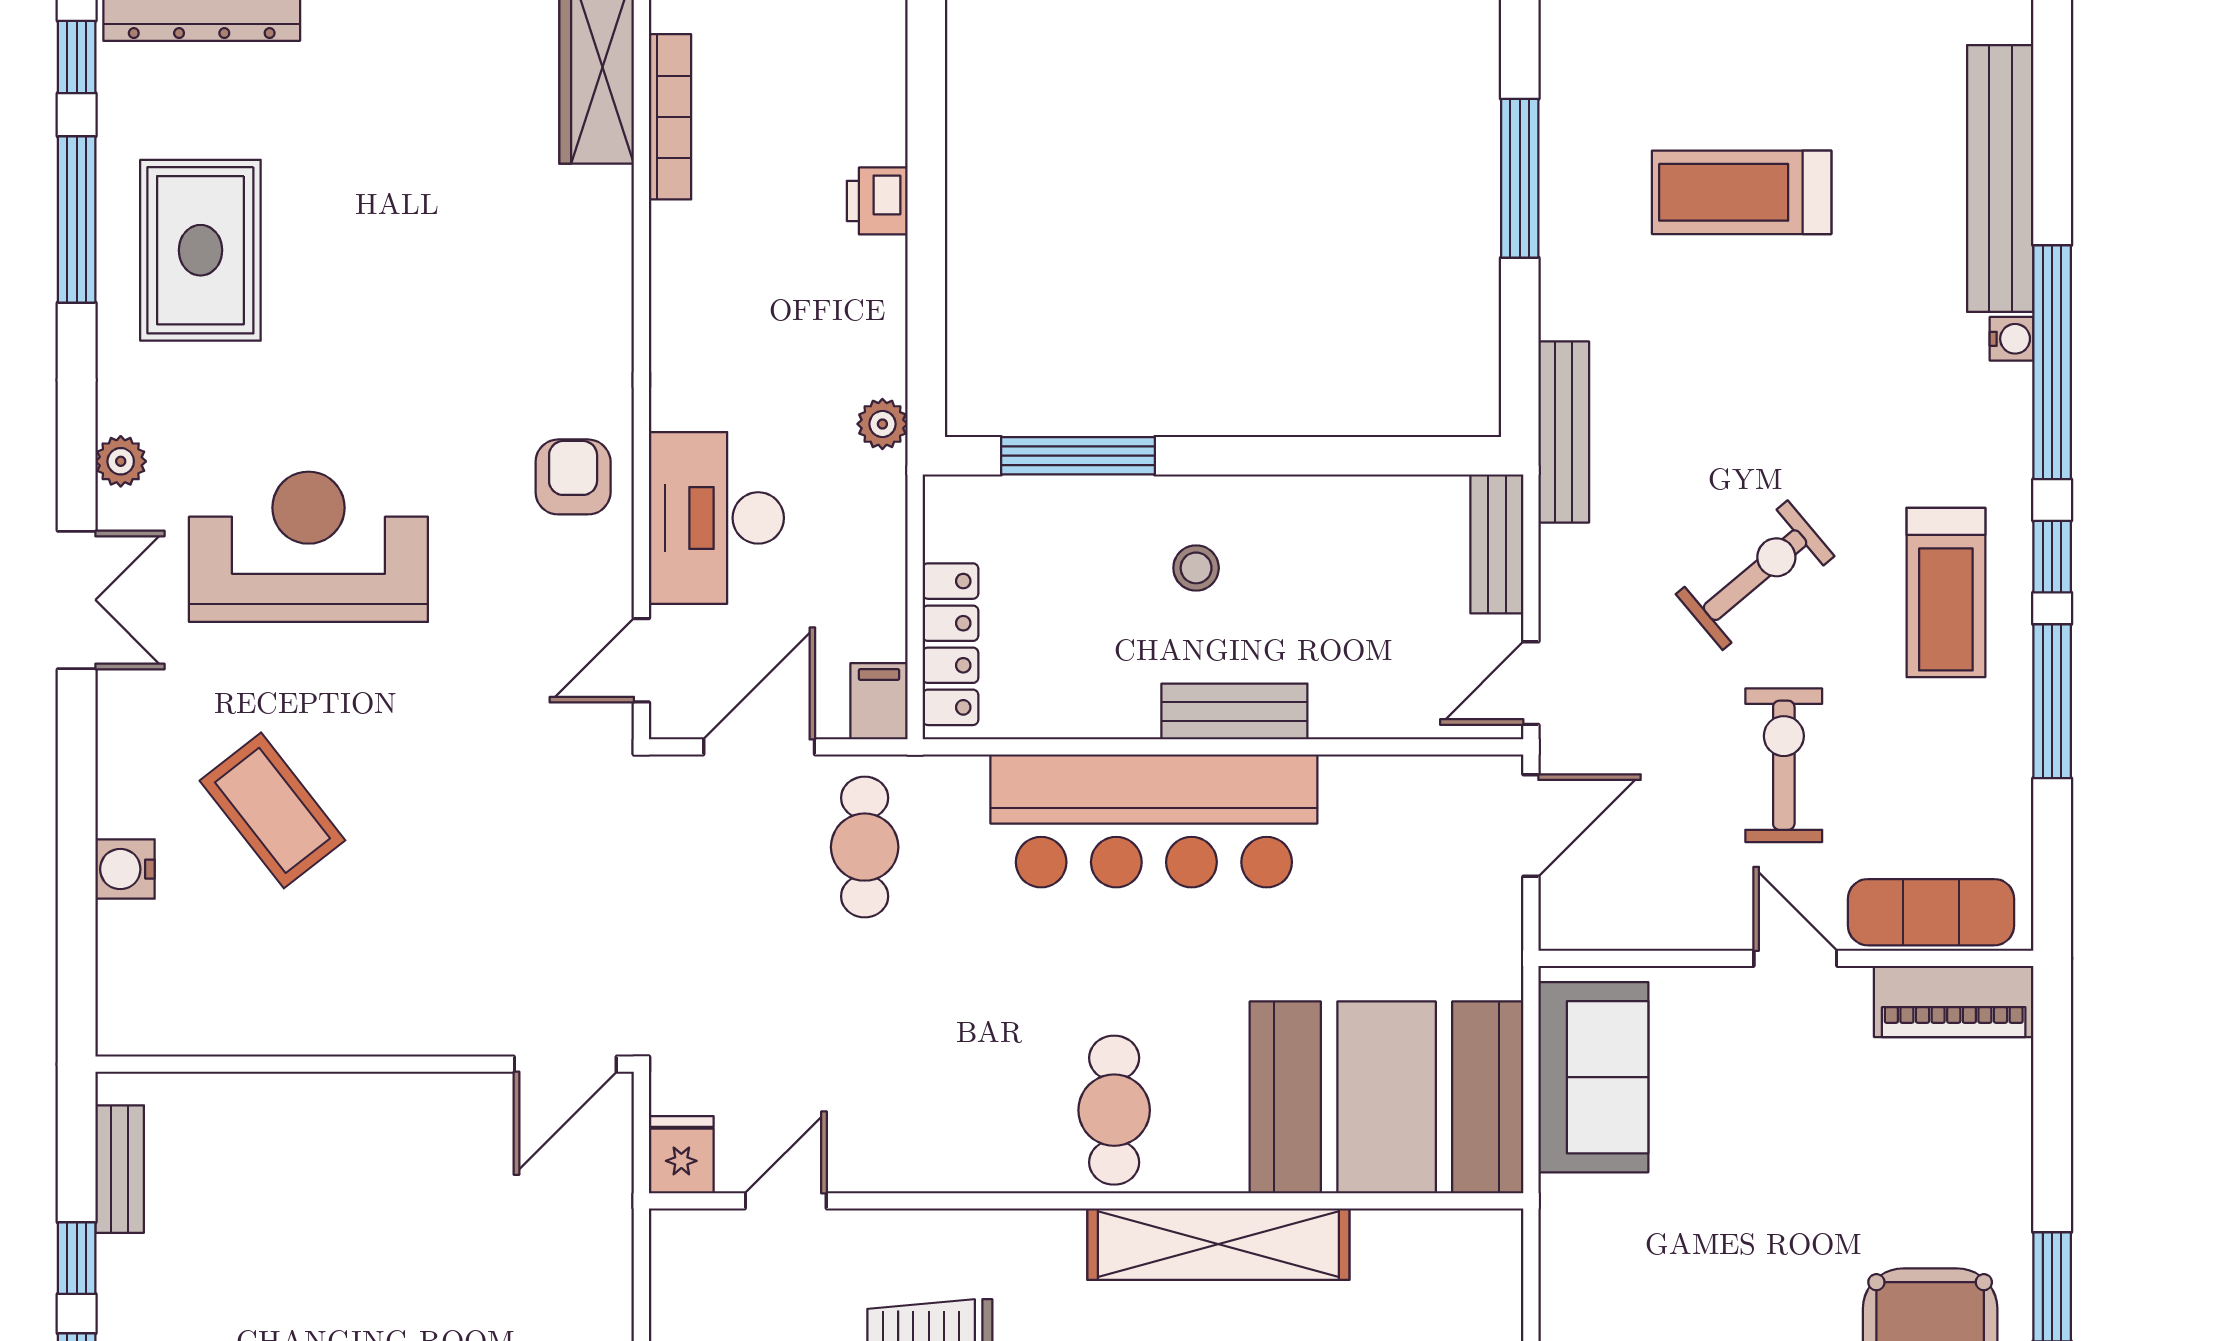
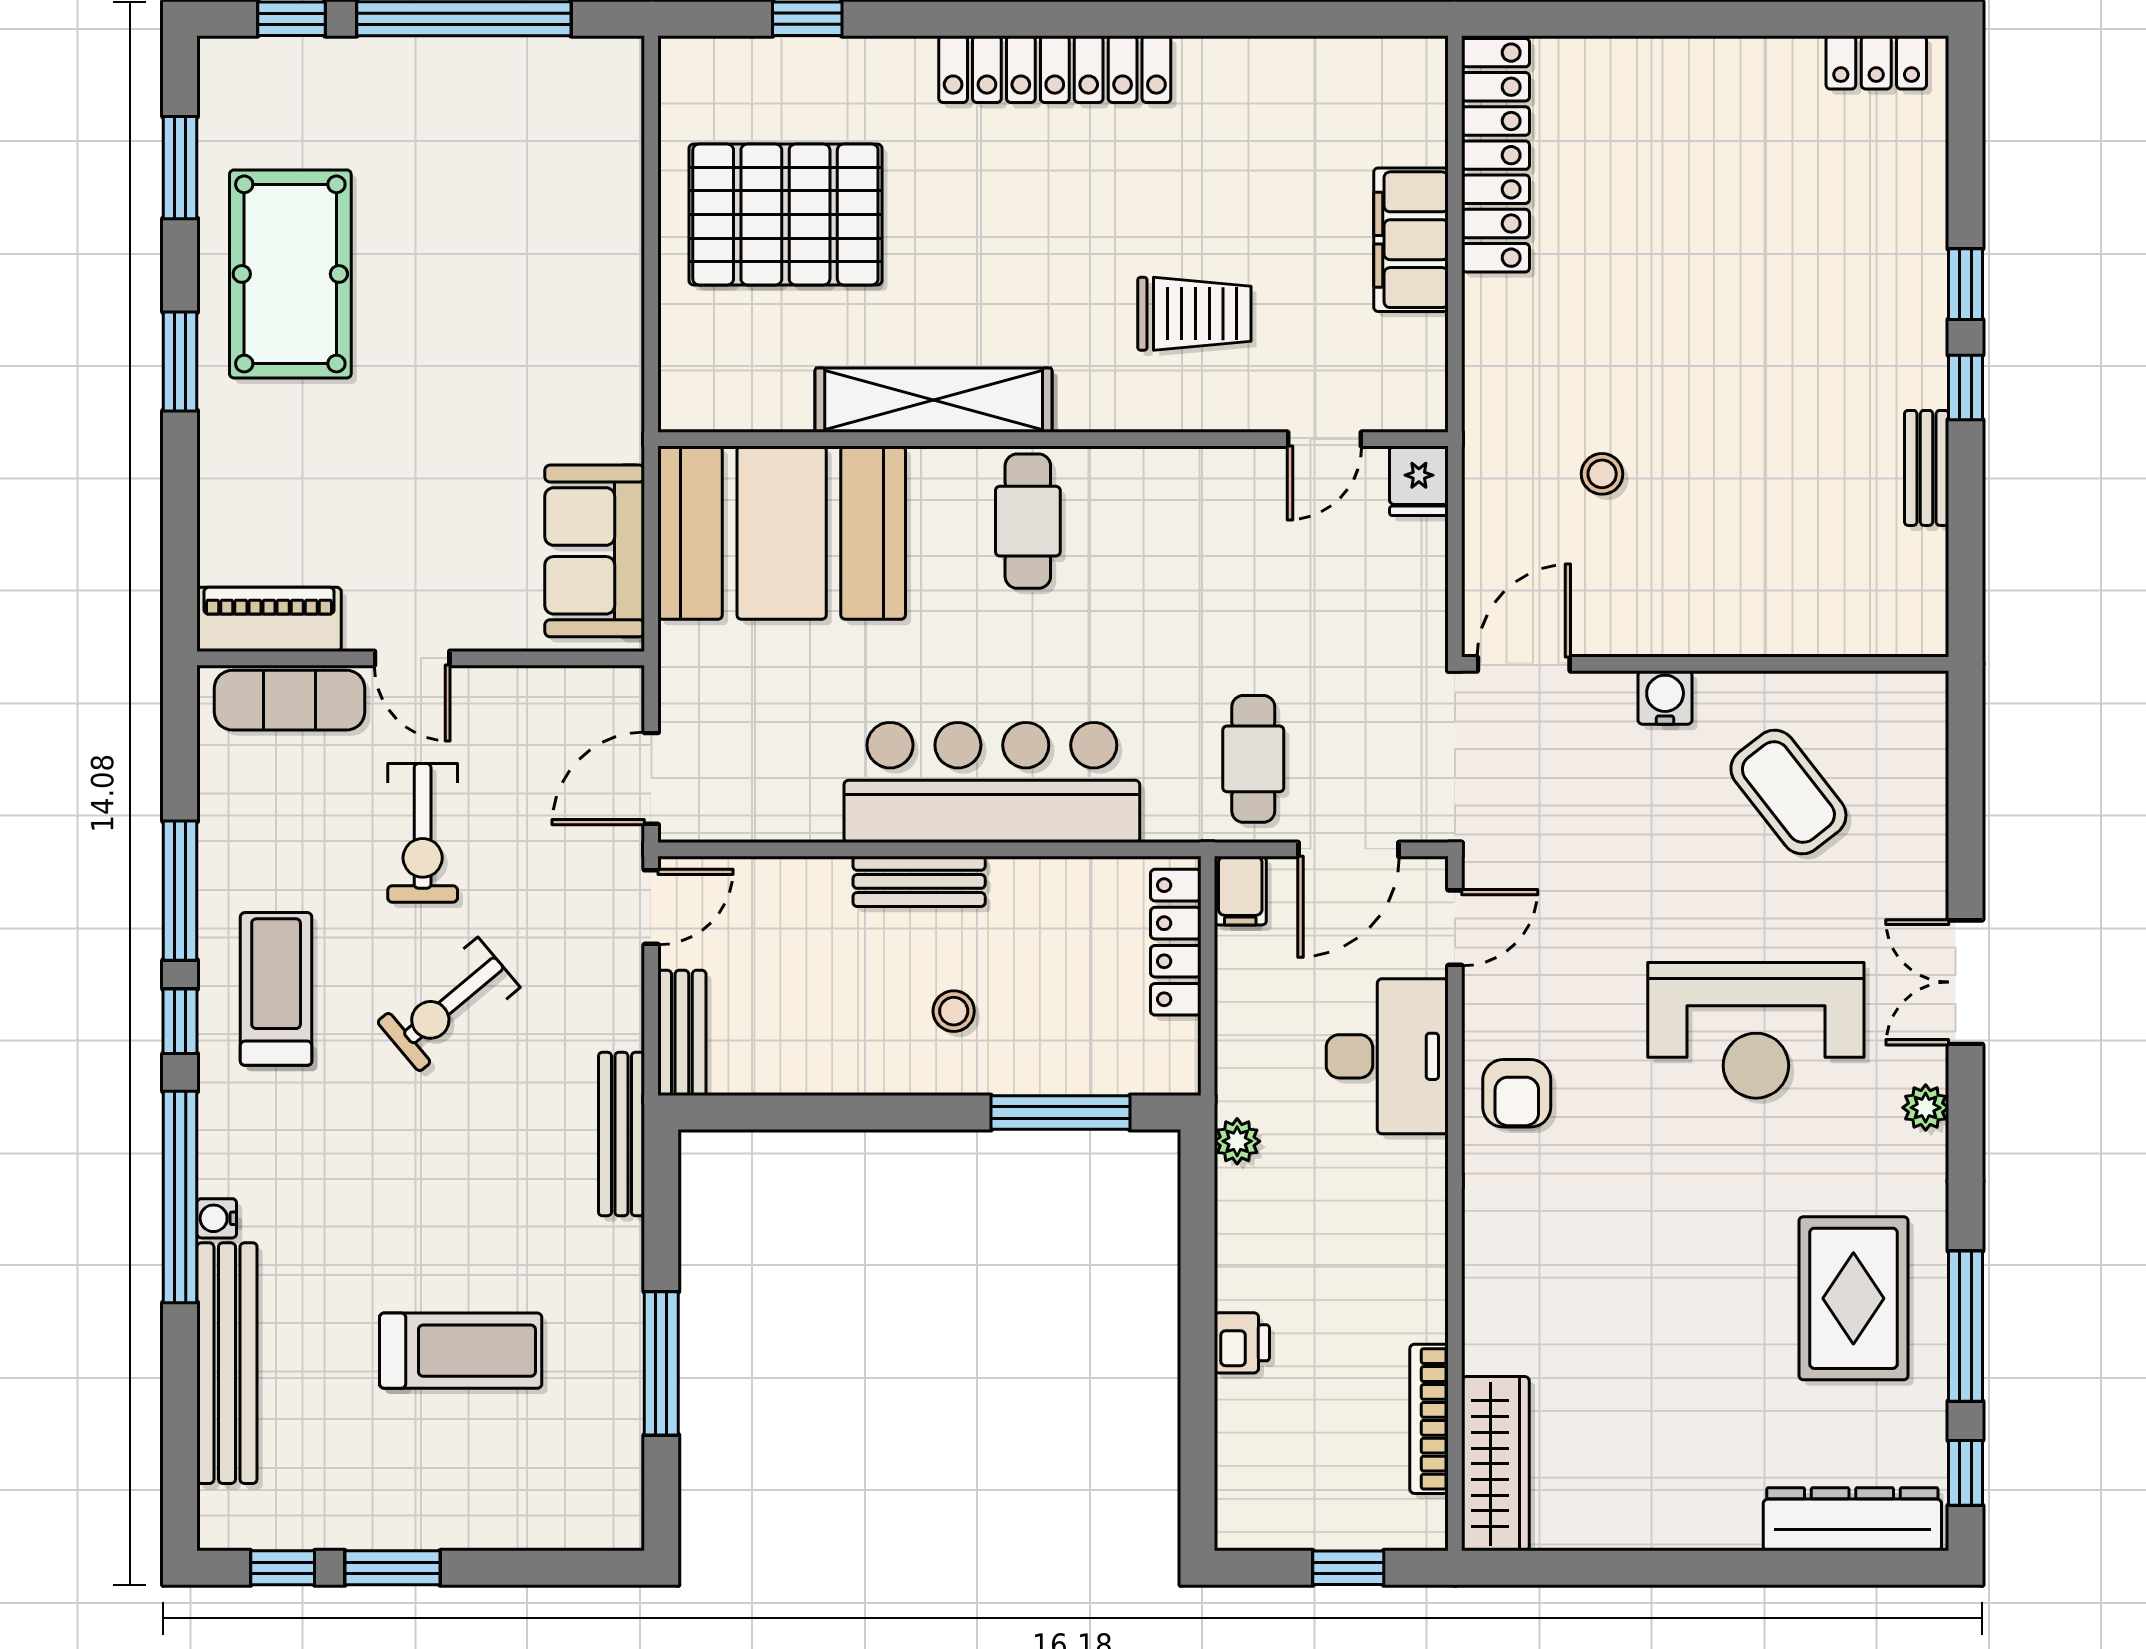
water cooler: (125, 869) -> (1665, 698), moved, turned -90
wall: (365, 1064) -> (1705, 664), moved
door: (565, 1064) -> (1524, 664), moved
stool: (479, 1162) -> (1602, 474), added

